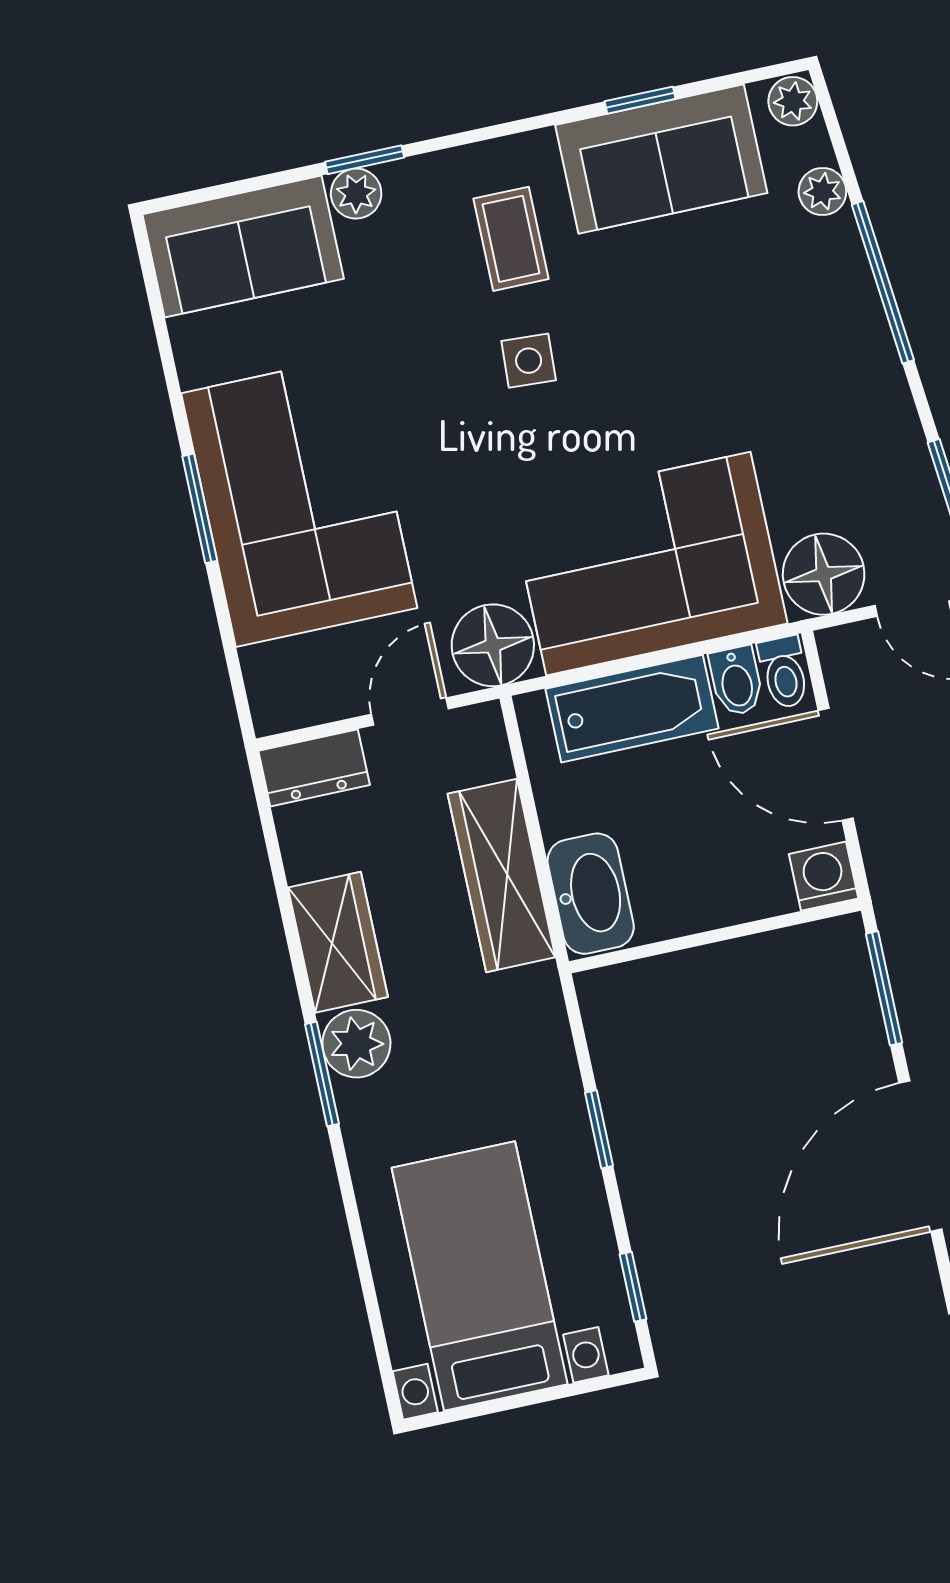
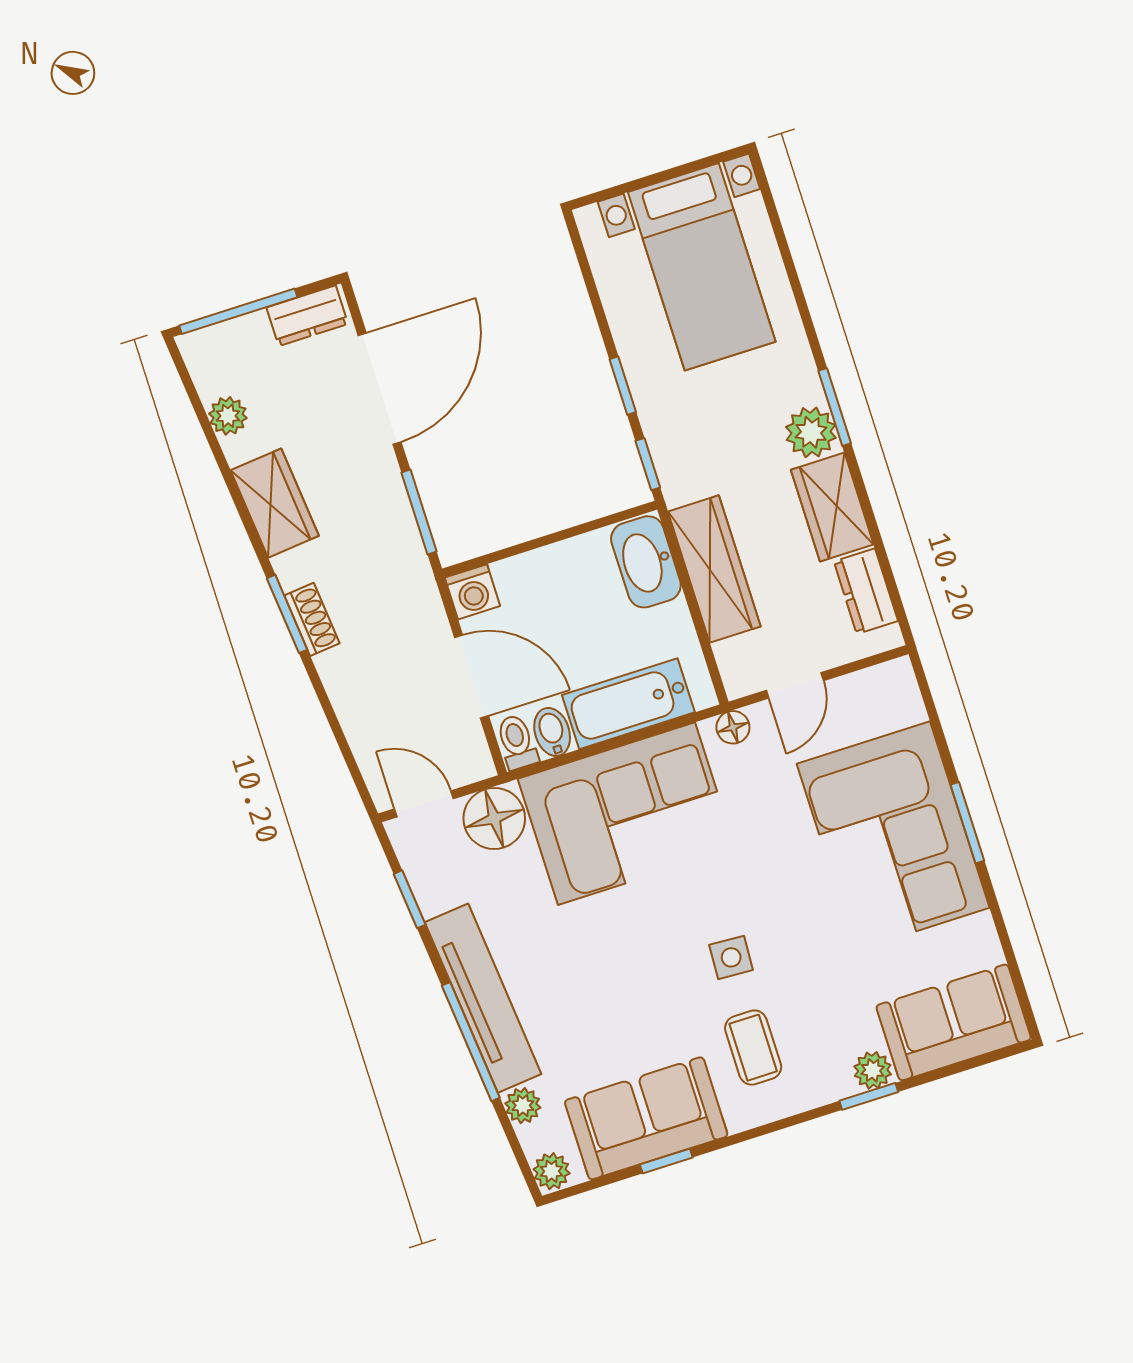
tv unit: (861, 338) -> (483, 998), added
floor lamp: (493, 645) -> (733, 727), width x0.53, depth x0.53
dresser: (314, 768) -> (866, 591), moved, turned -90
window: (633, 1287) -> (648, 464), moved

